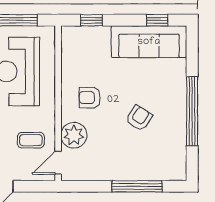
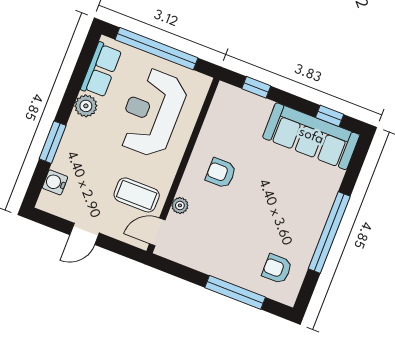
armchair: (139, 118) -> (277, 269), moved, turned -122
plant: (74, 135) -> (180, 205), width x0.53, depth x0.53
coffee table: (31, 140) -> (137, 195), width x1.36, depth x1.30

